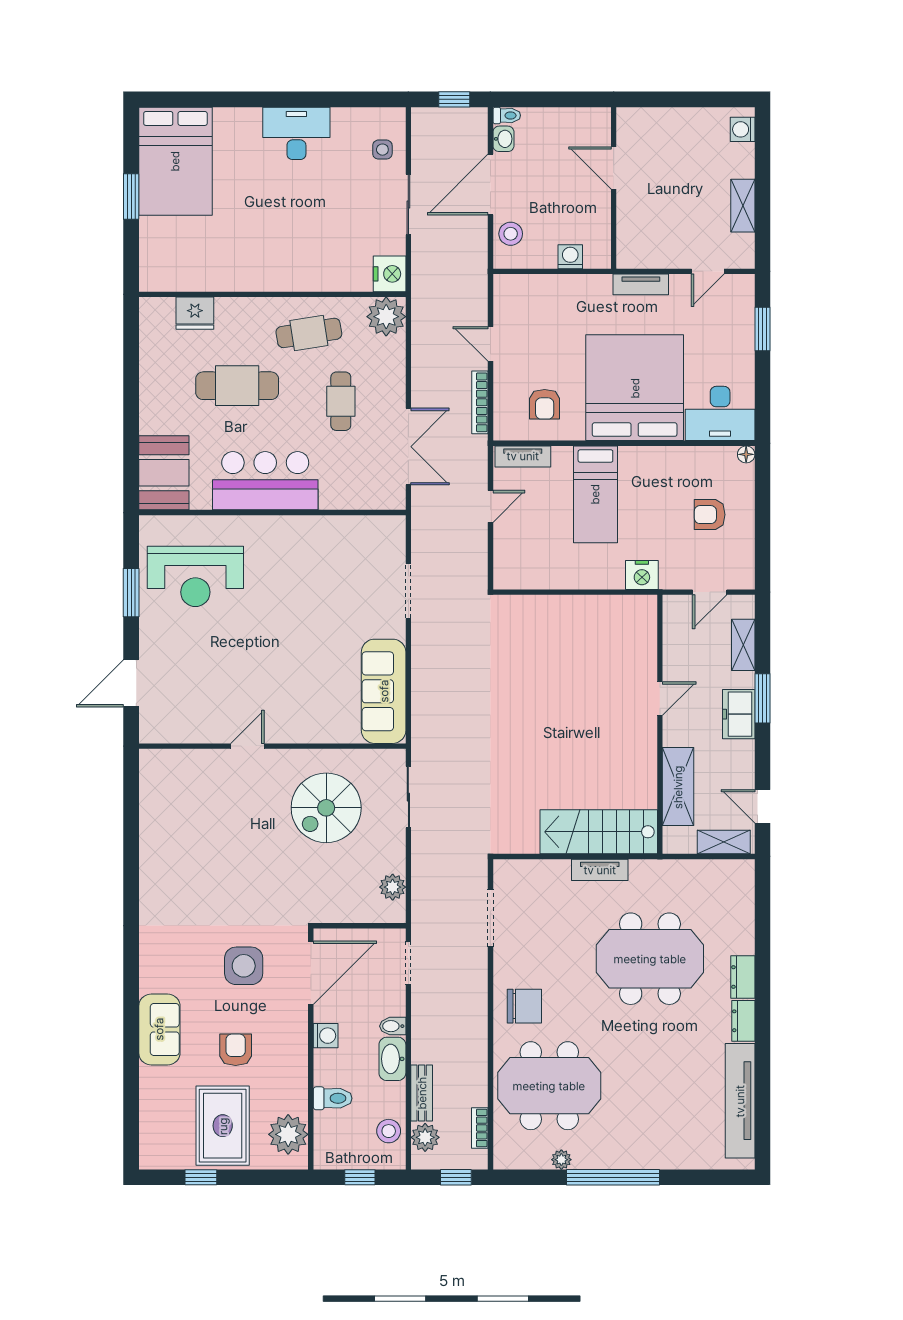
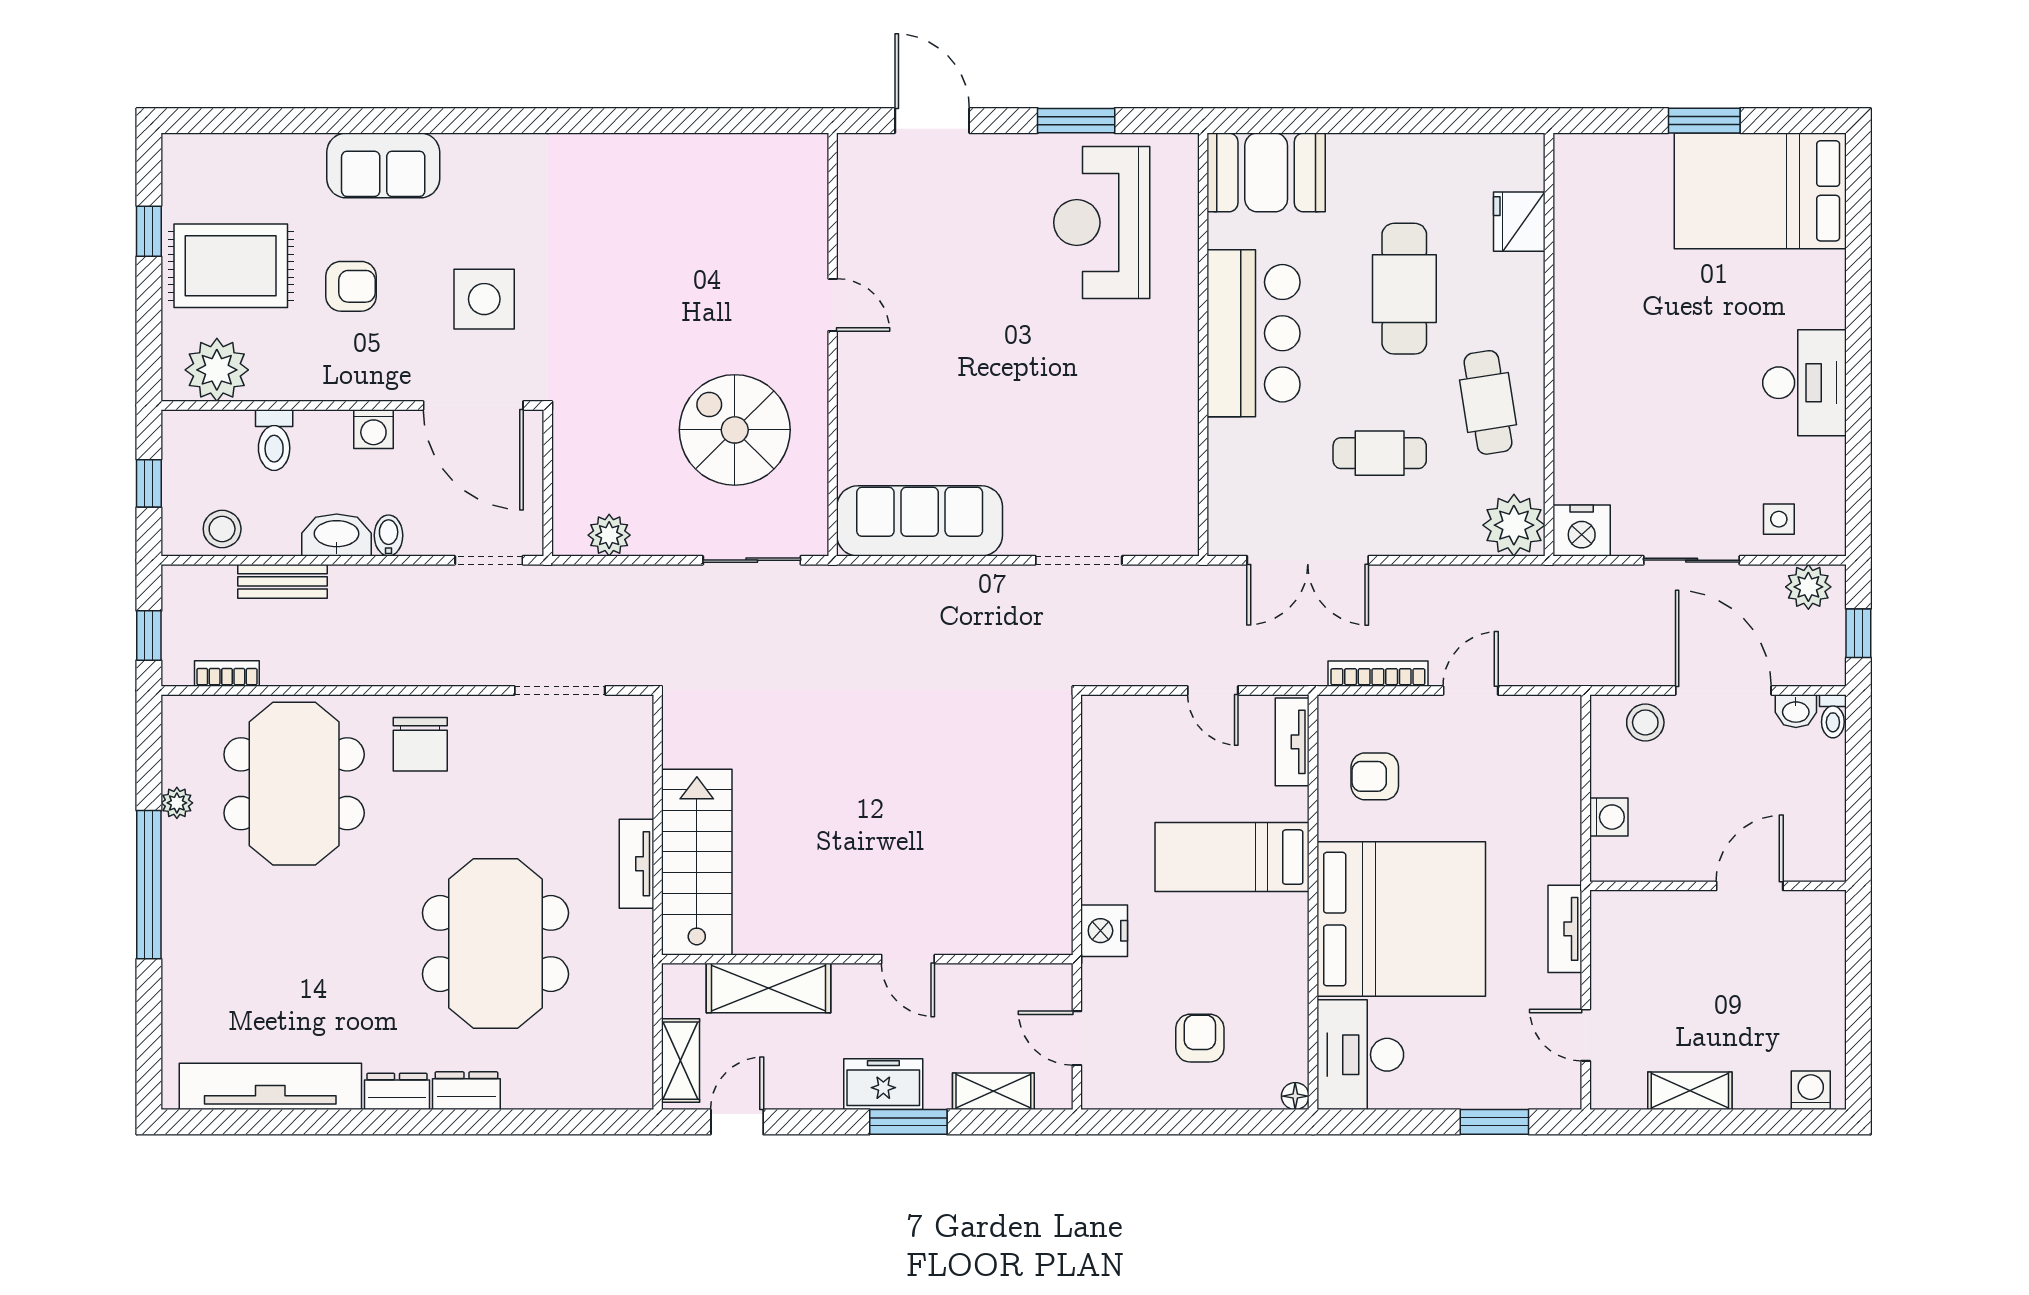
plant: (425, 1137) -> (1808, 587), moved

